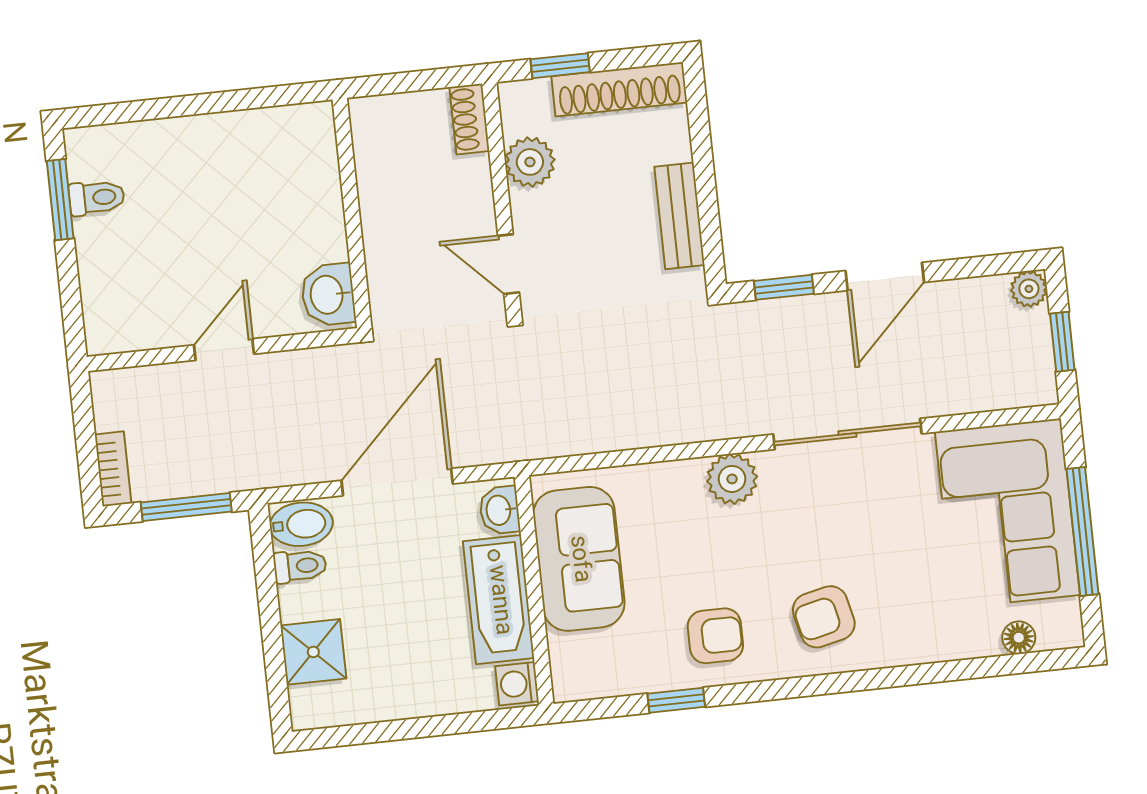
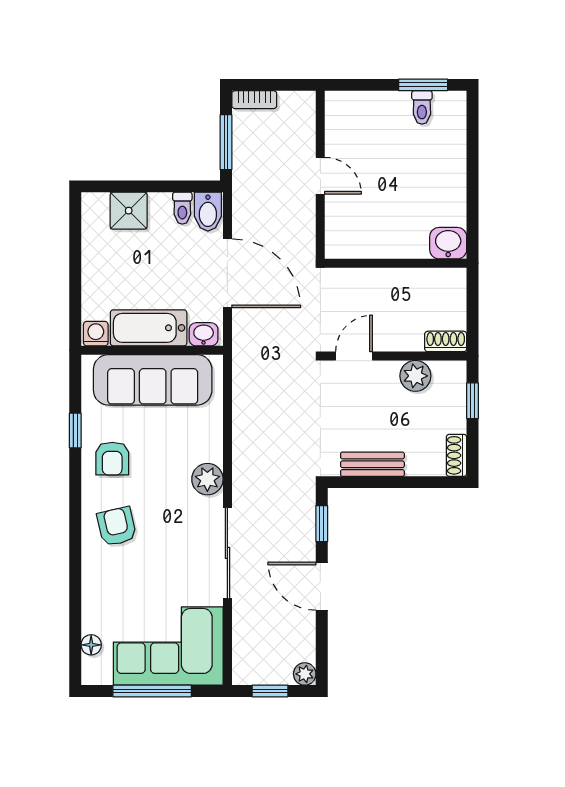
shoe rack: (619, 89) -> (457, 455), width x0.51, depth x0.81
washbasin: (328, 295) -> (448, 243), moved
sofa: (579, 559) -> (153, 380), width x1.36

